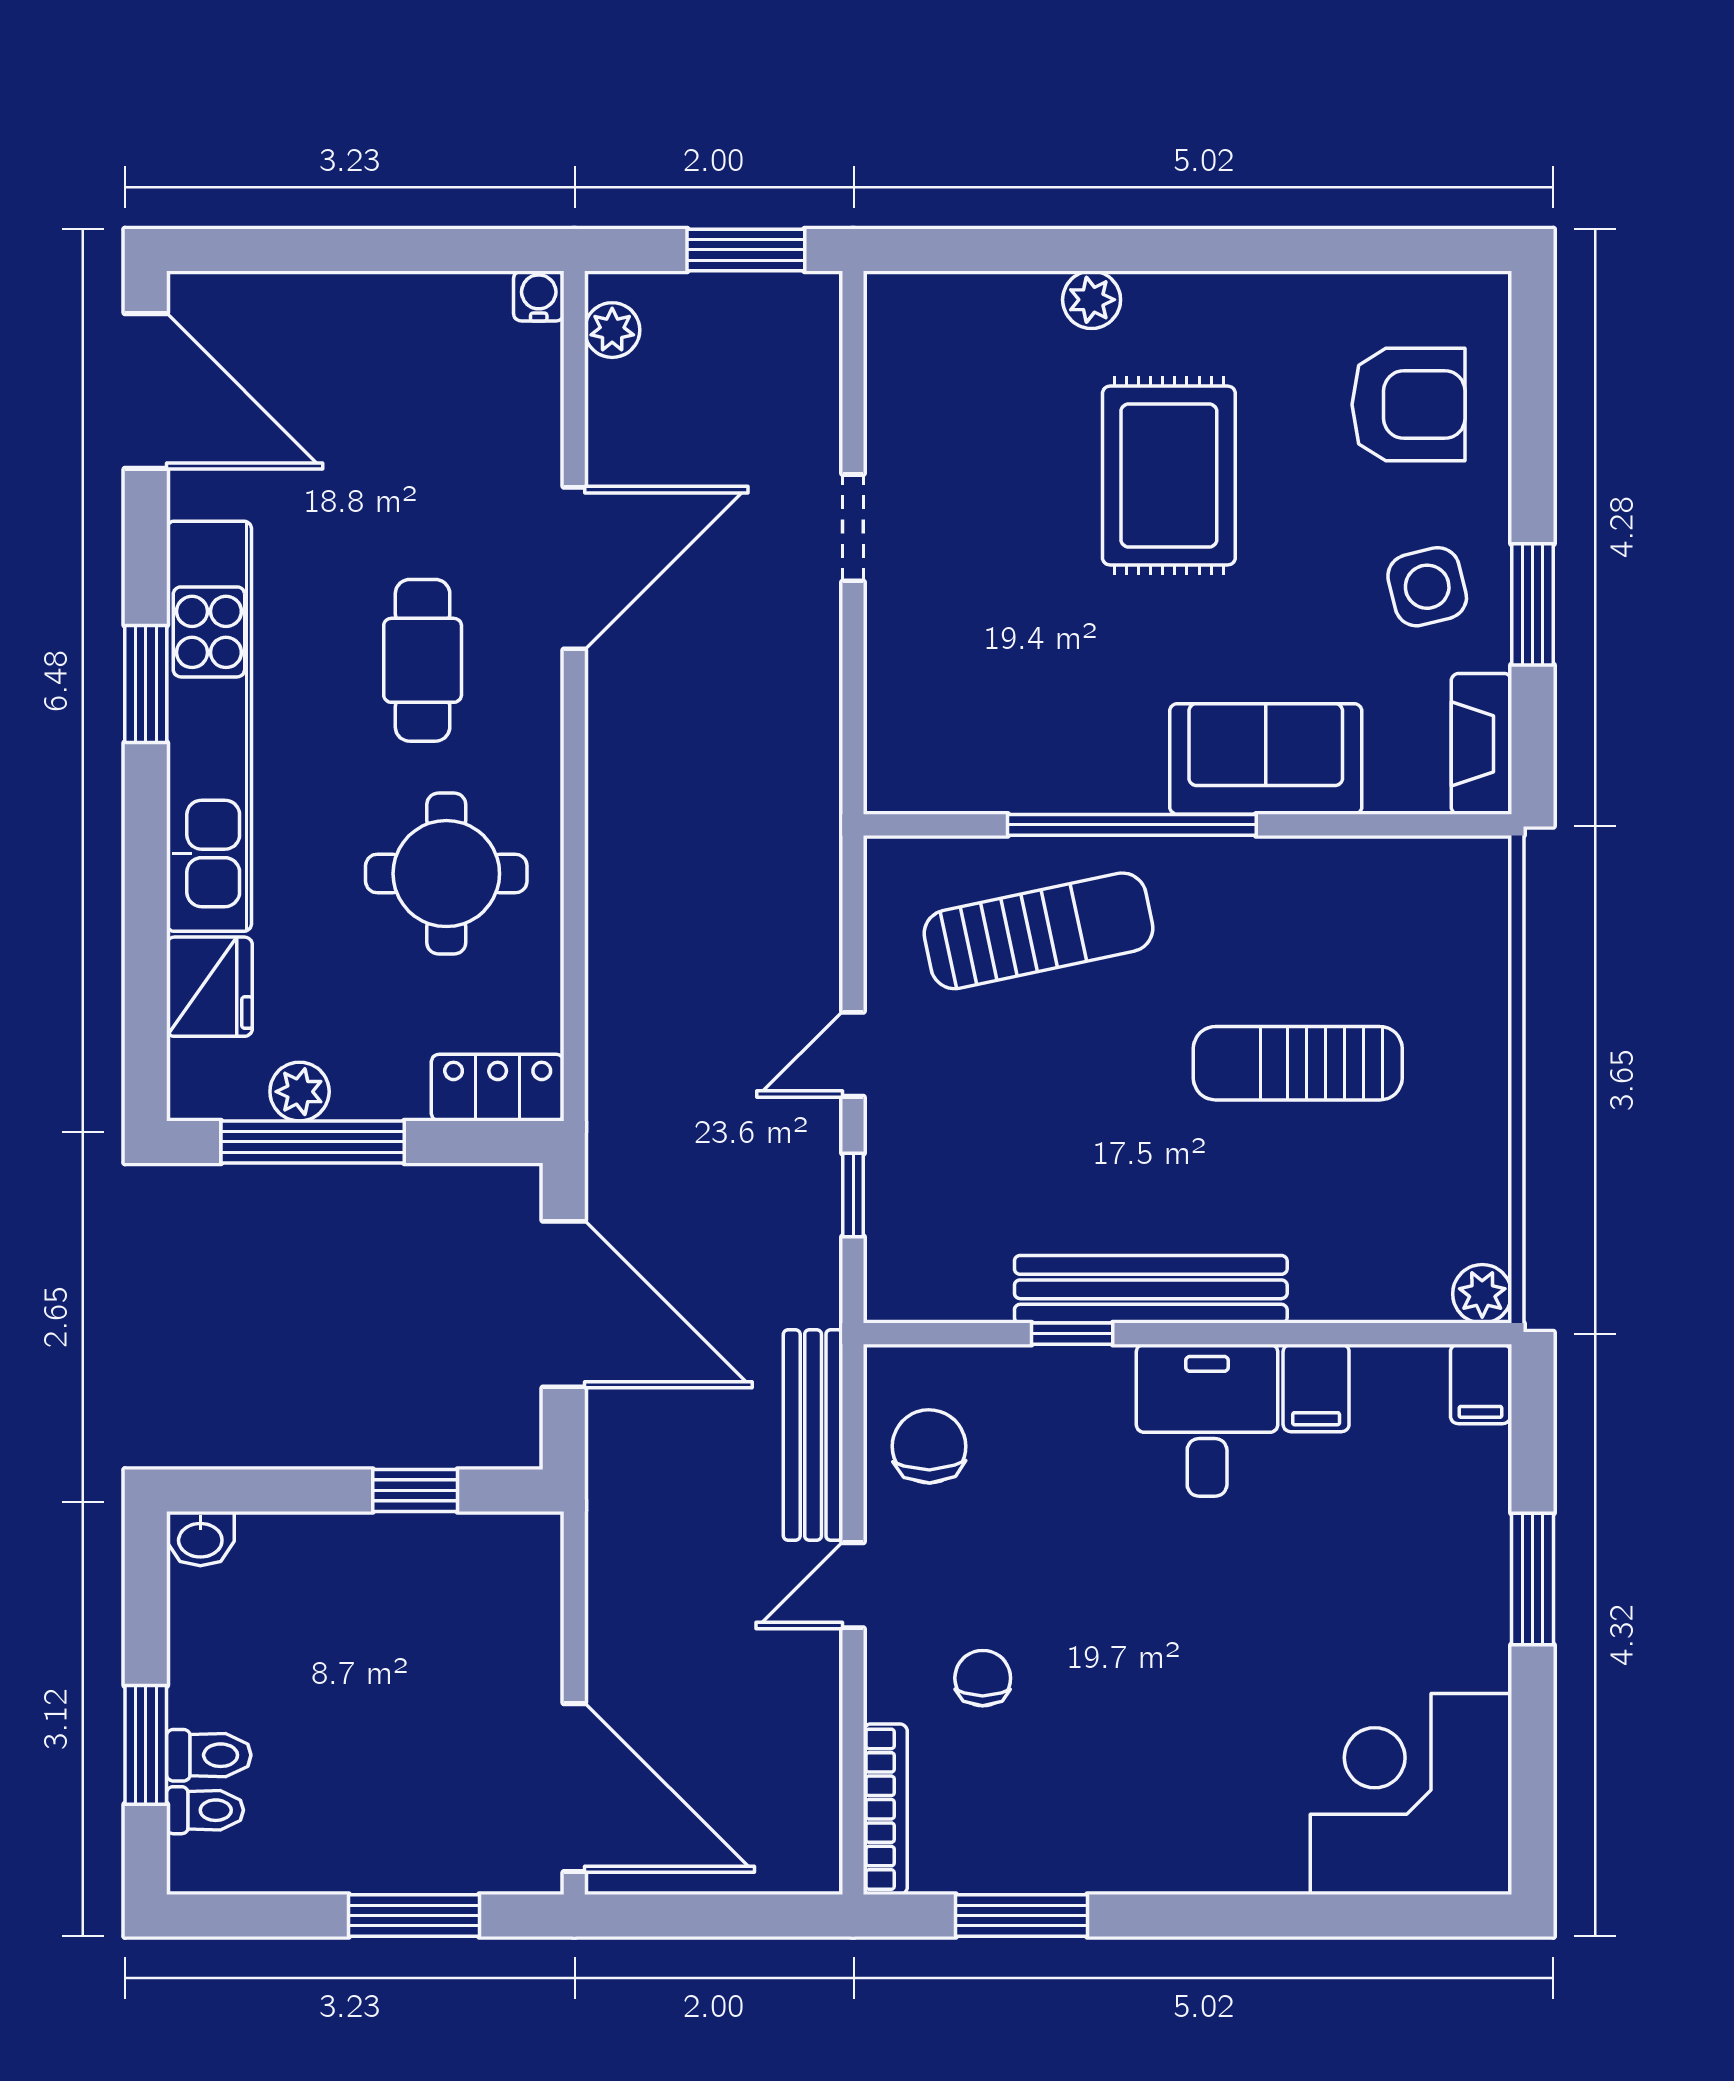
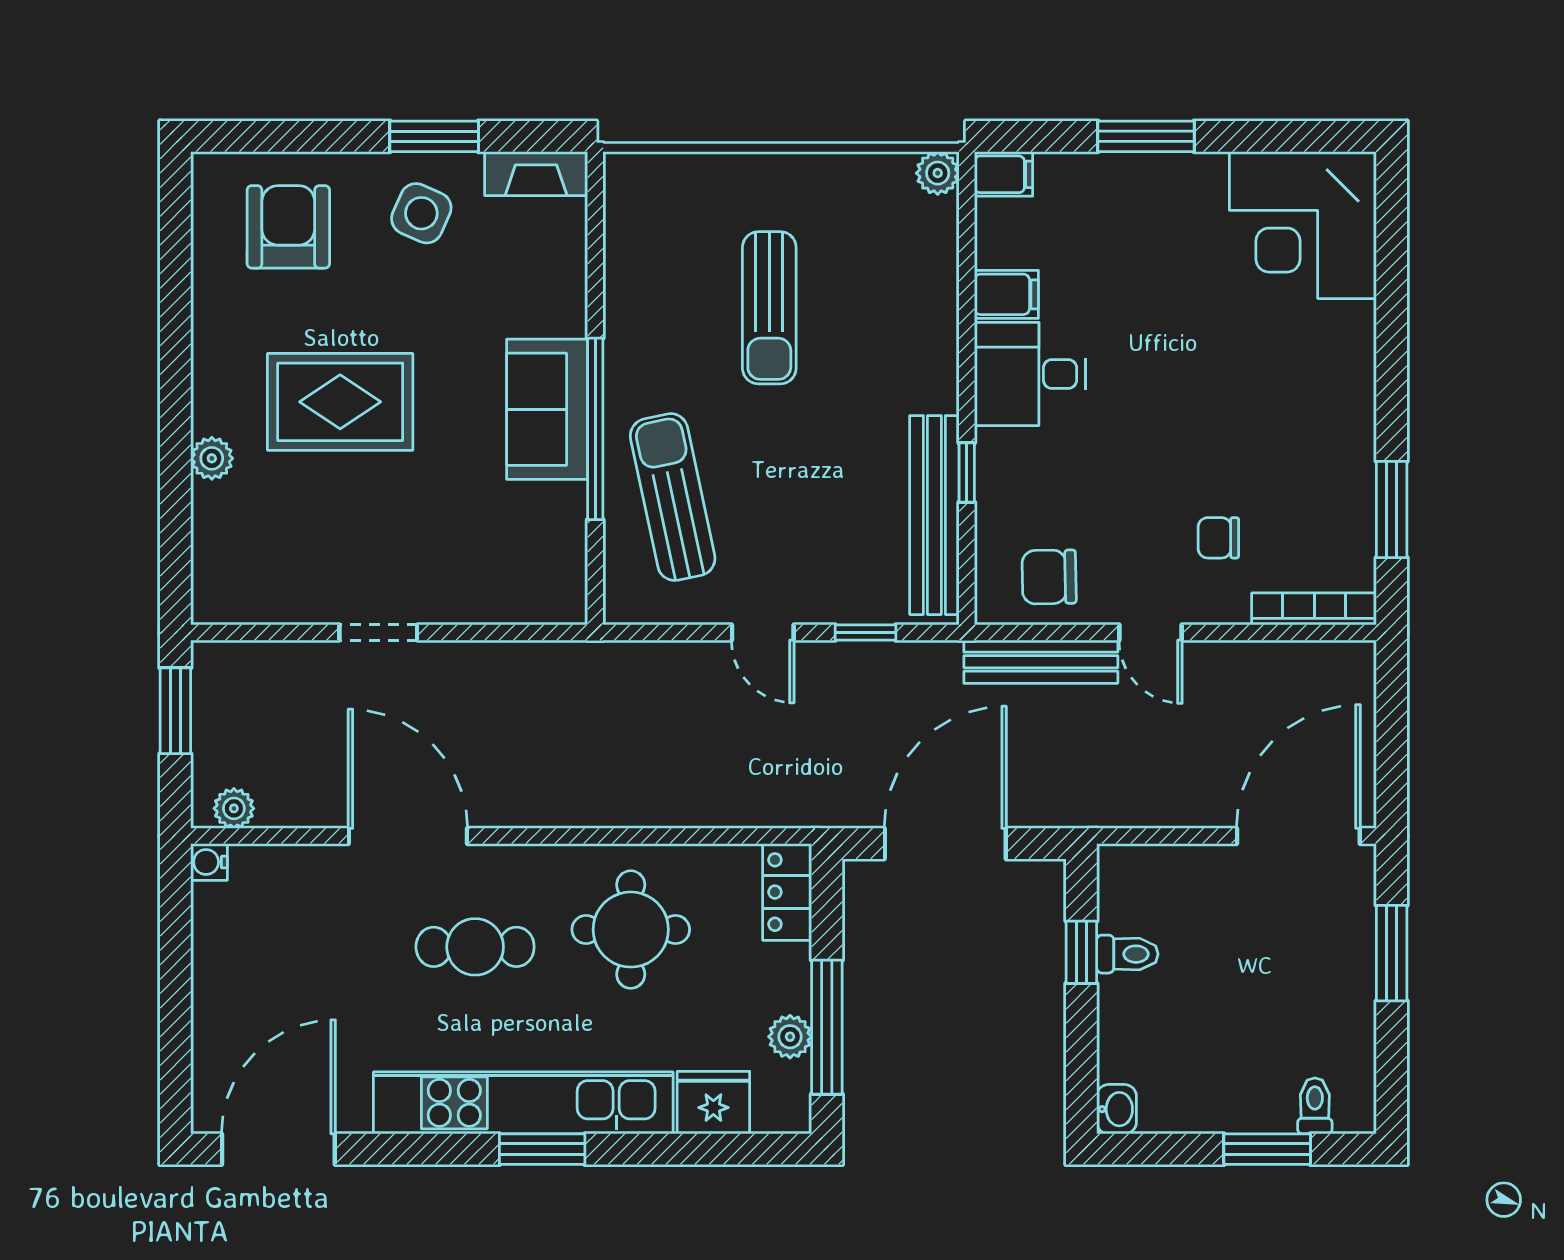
side table: (1427, 587) -> (421, 213), turned 38
window: (146, 684) -> (542, 1149), moved
sofa: (1266, 759) -> (547, 409), moved
bench: (1151, 1289) -> (934, 515), moved
toilet: (209, 1755) -> (1127, 954), moved, turned 90

